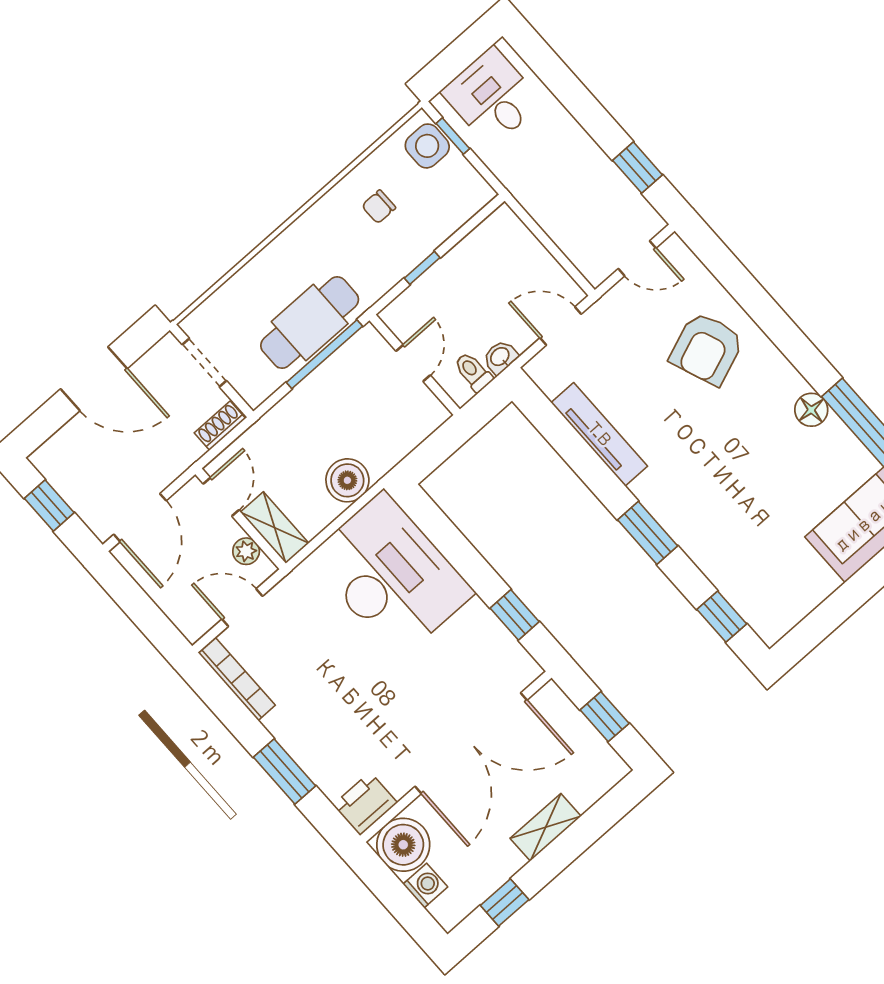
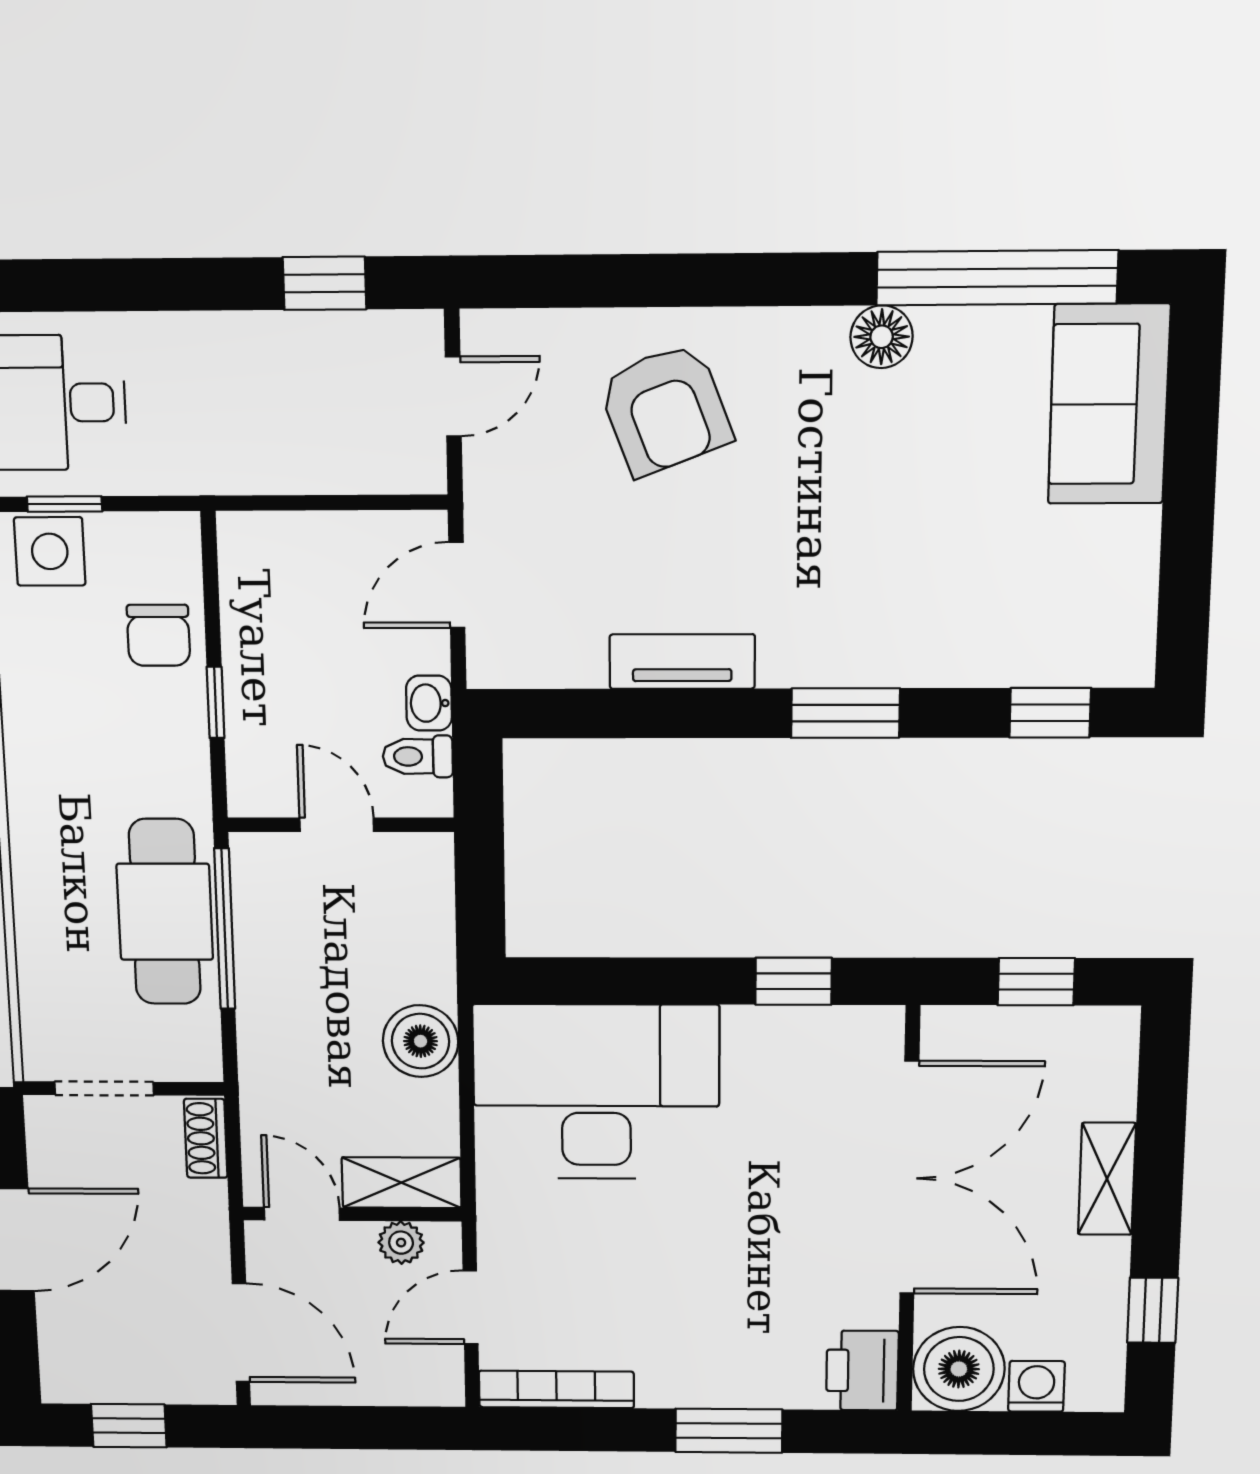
chair: (379, 207) -> (158, 635), moved, width x1.37, depth x1.37
tv unit: (599, 434) -> (682, 662), width x0.71

